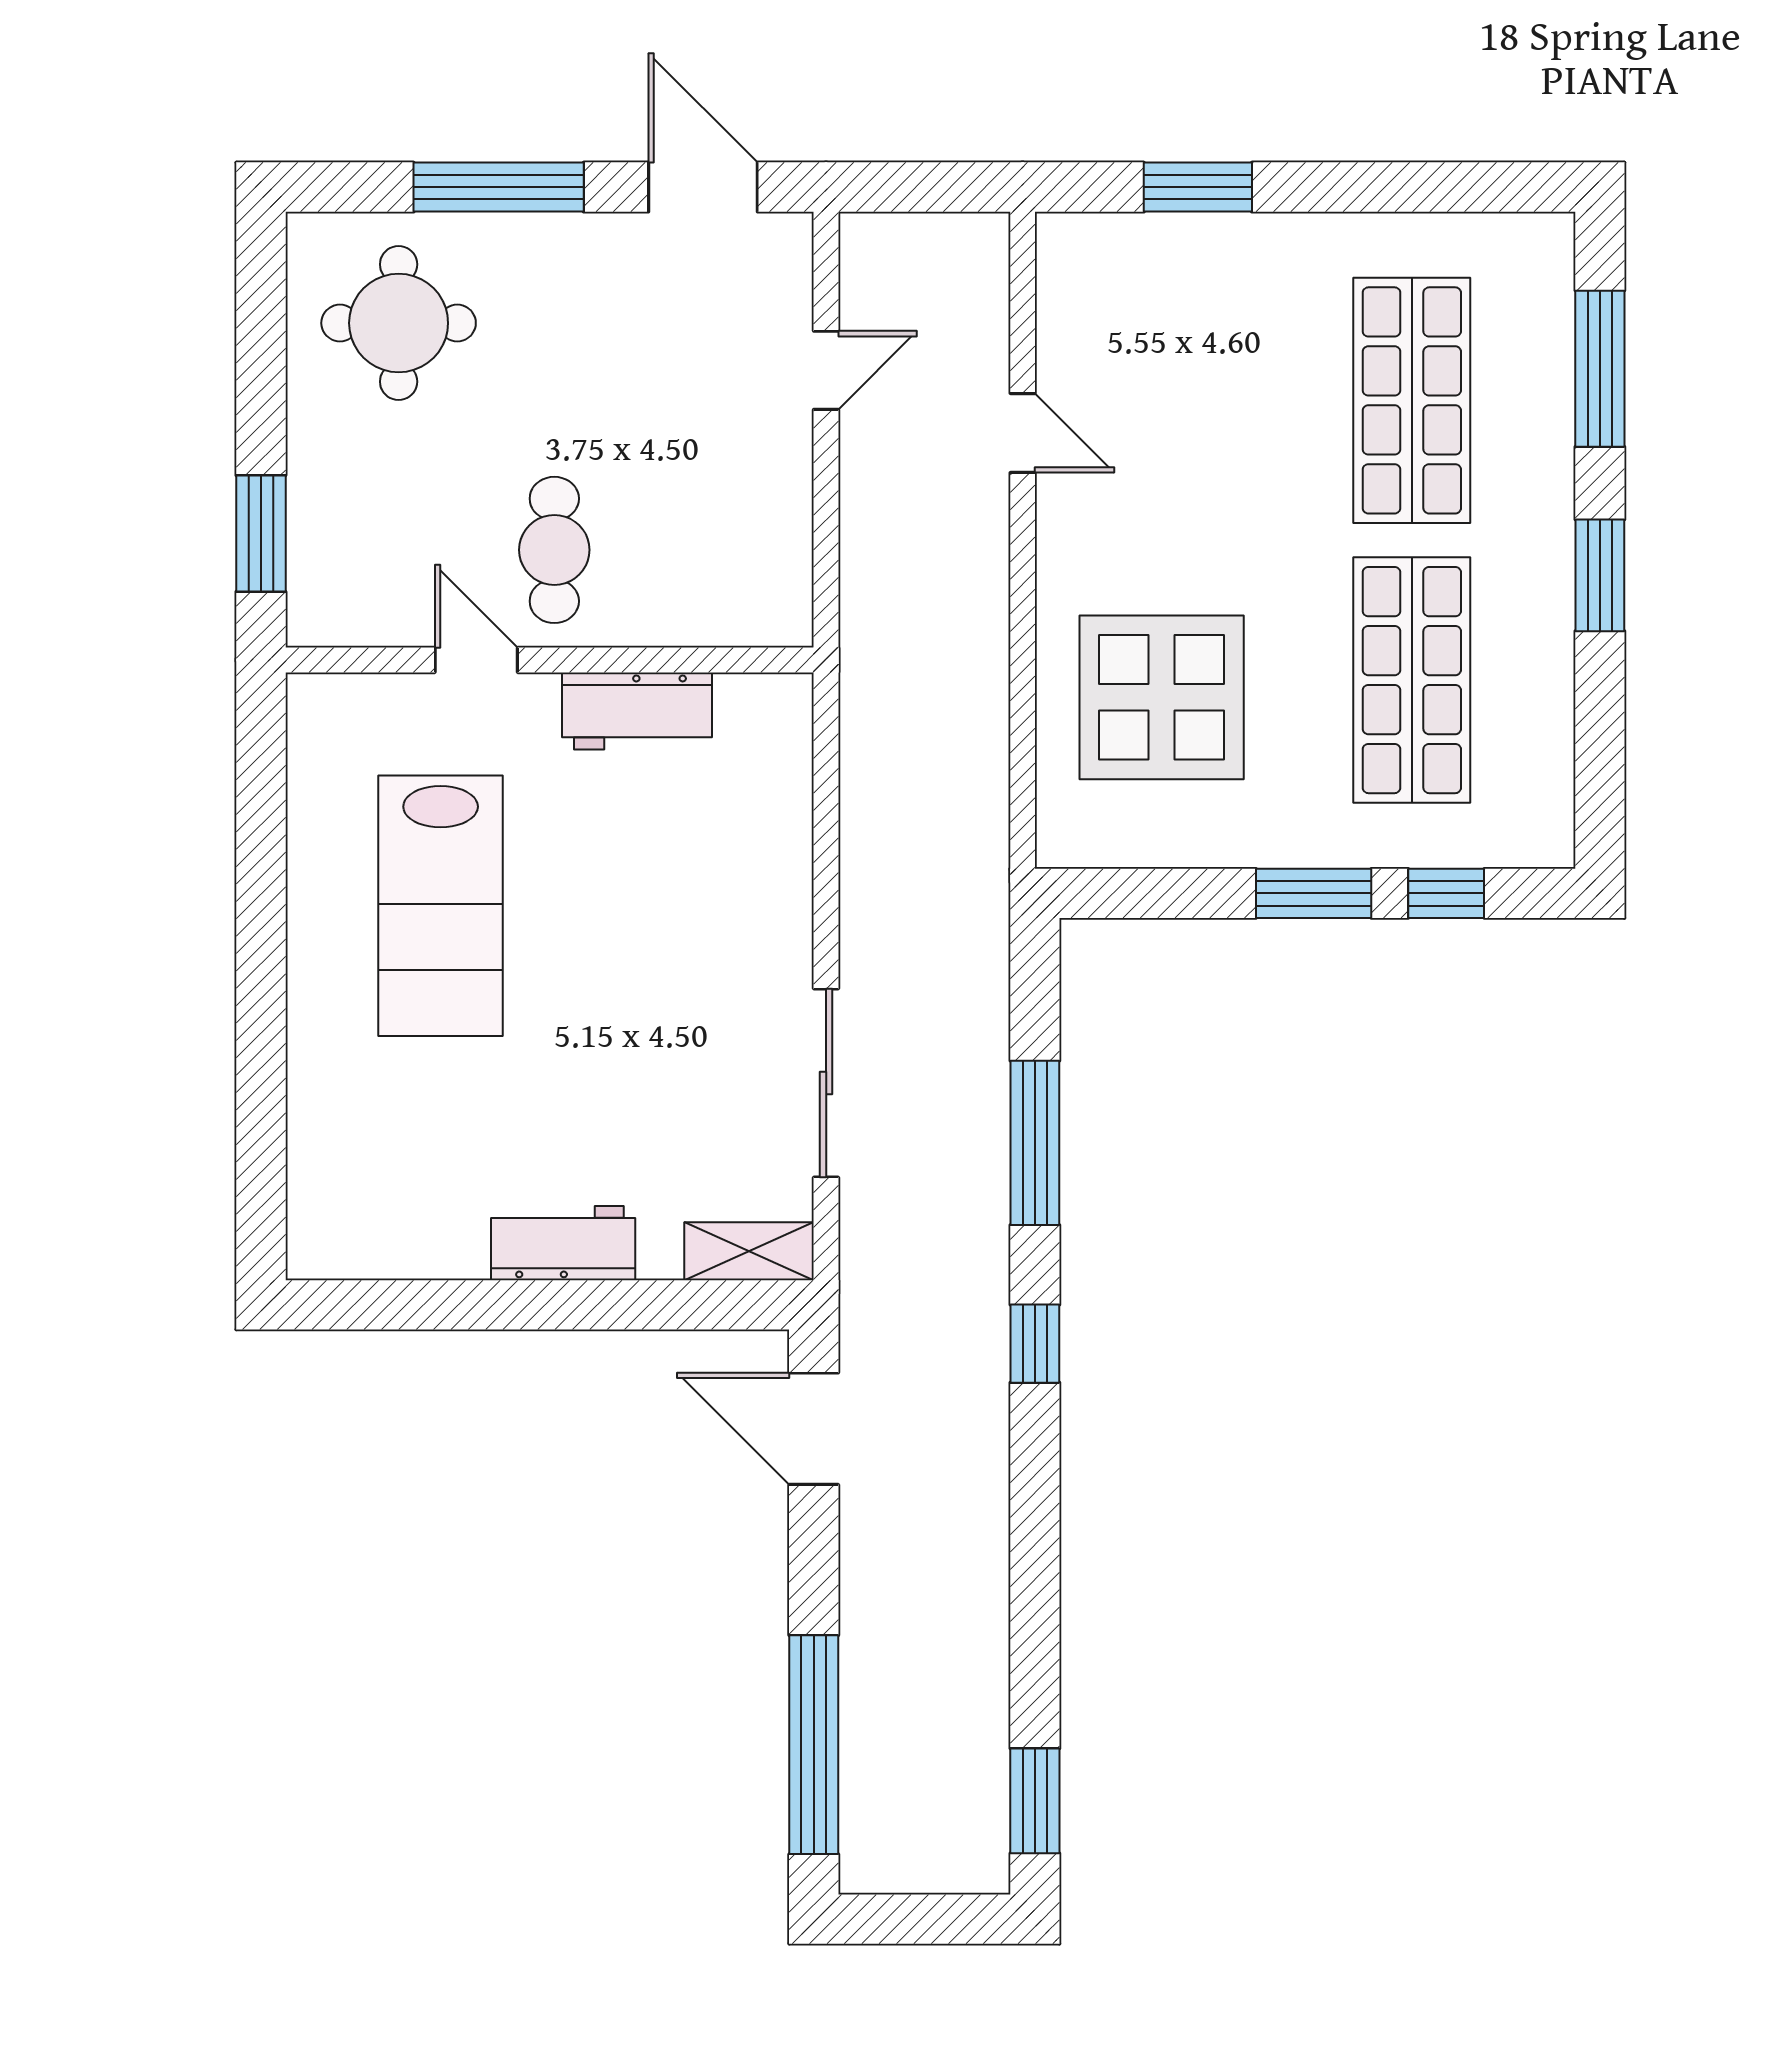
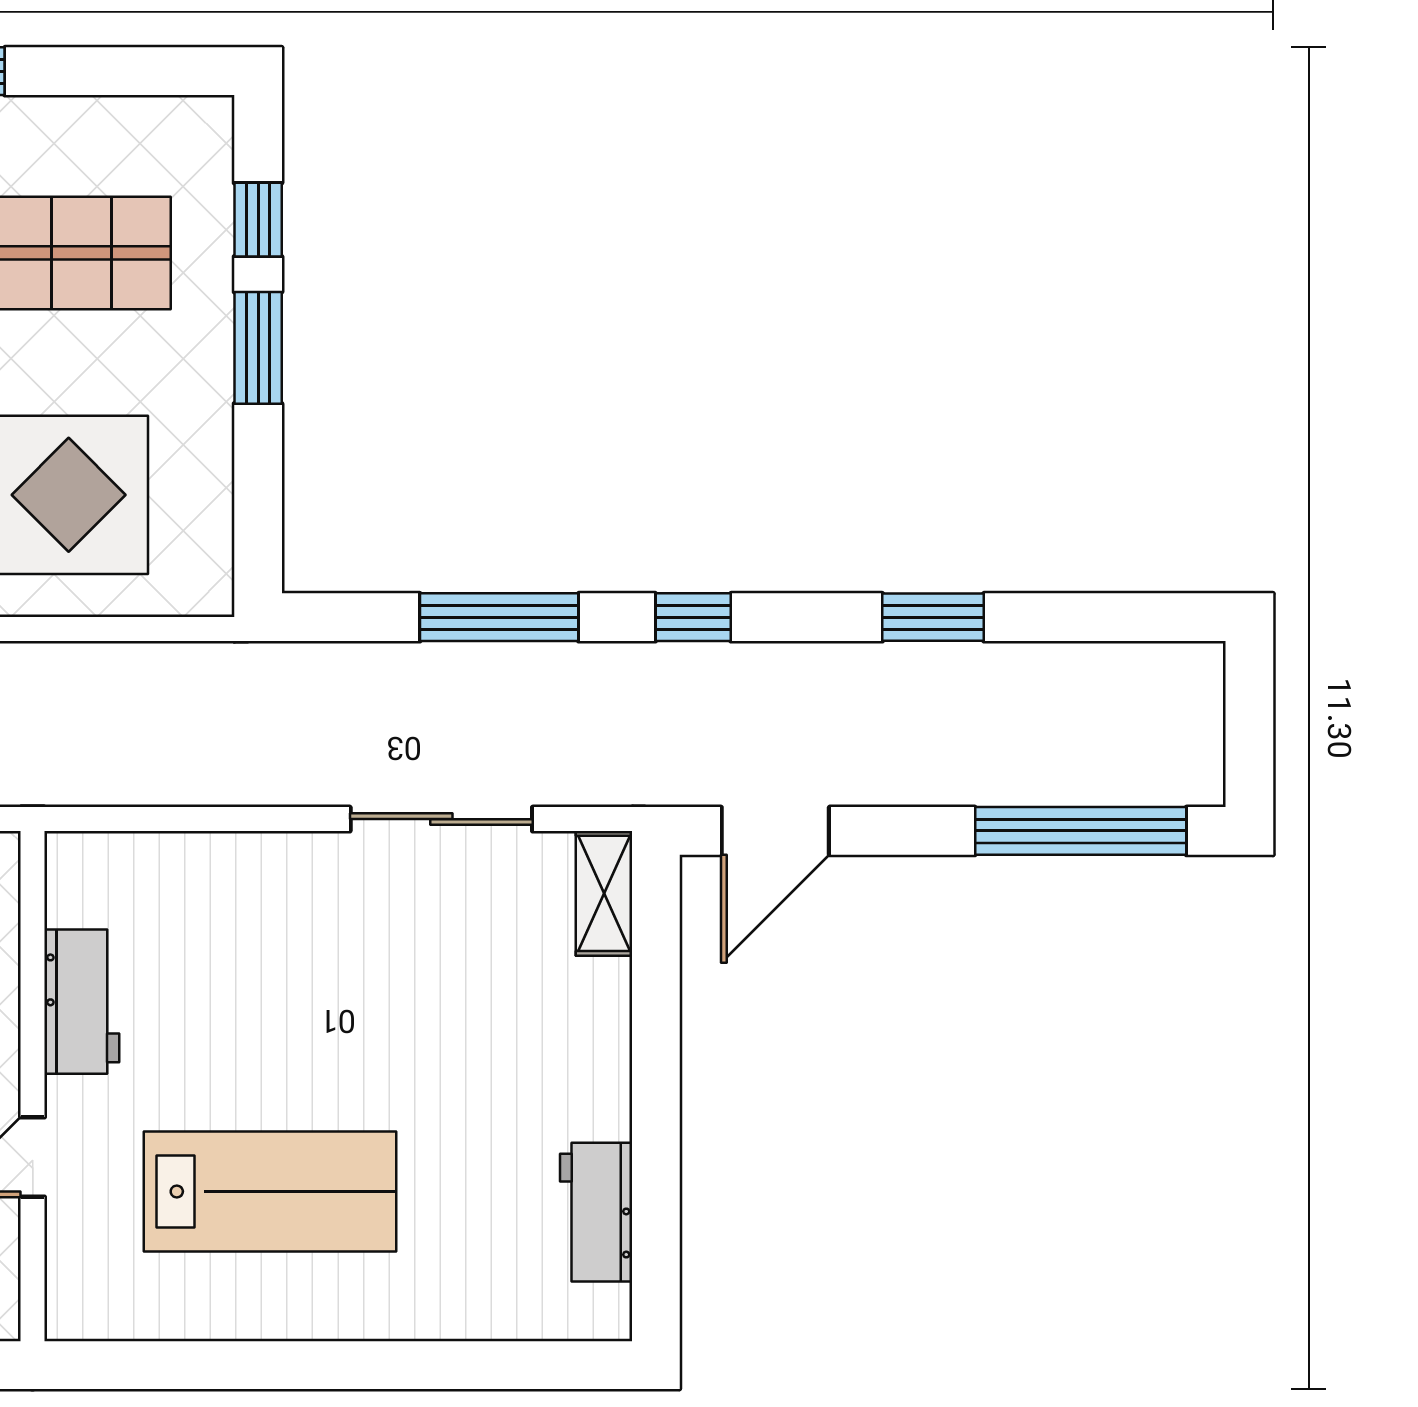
workbench: (563, 1243) -> (596, 1212), moved
window: (1035, 1801) -> (933, 617), moved

